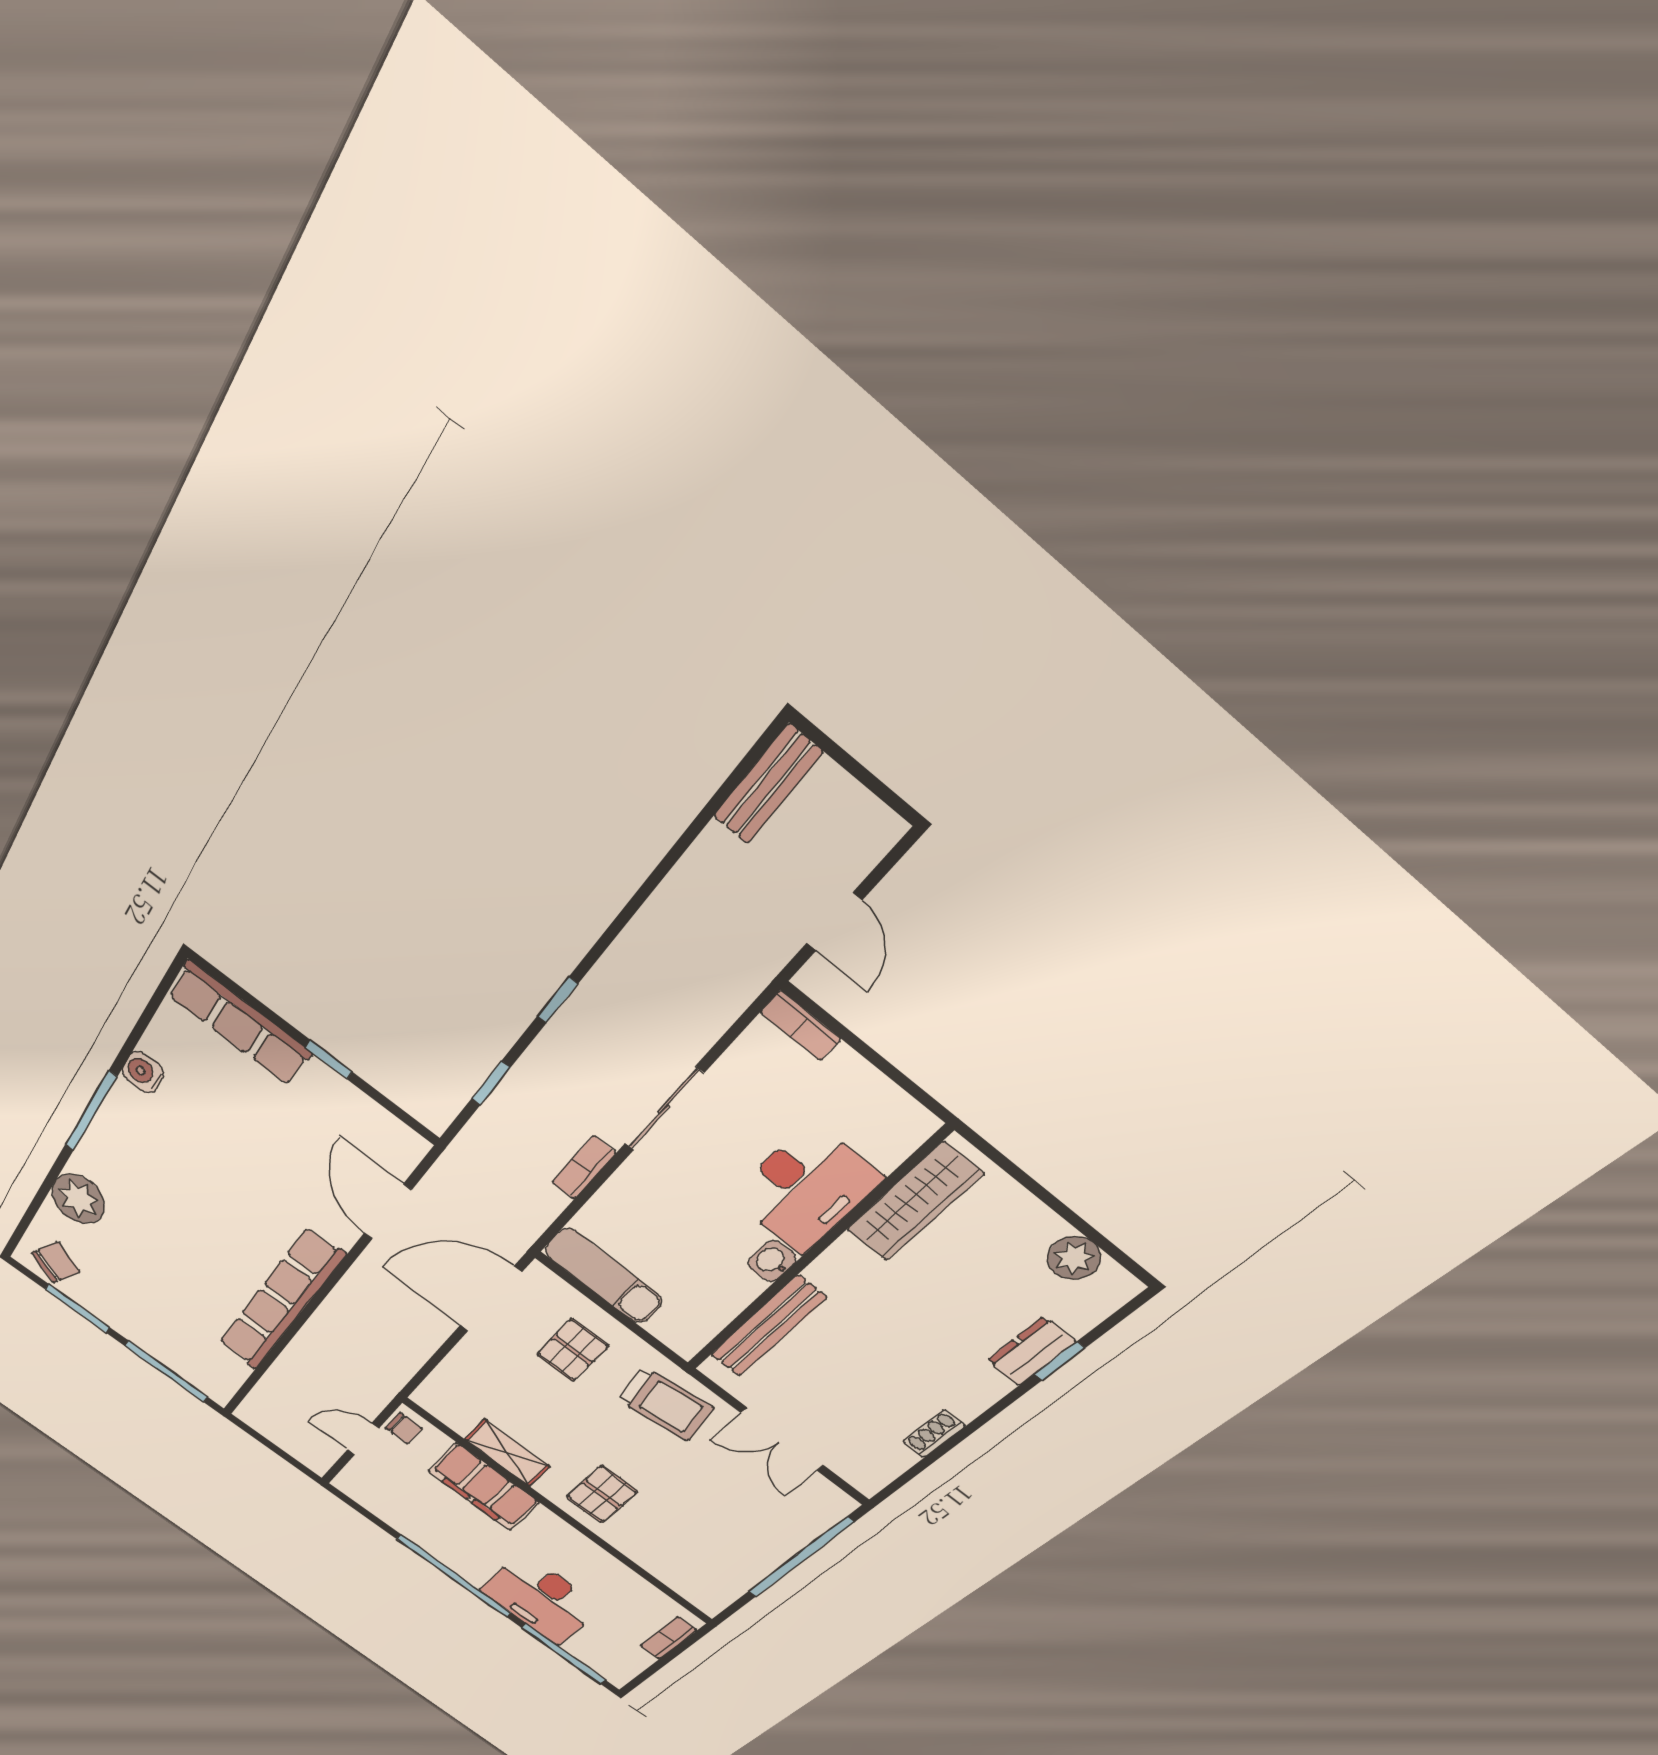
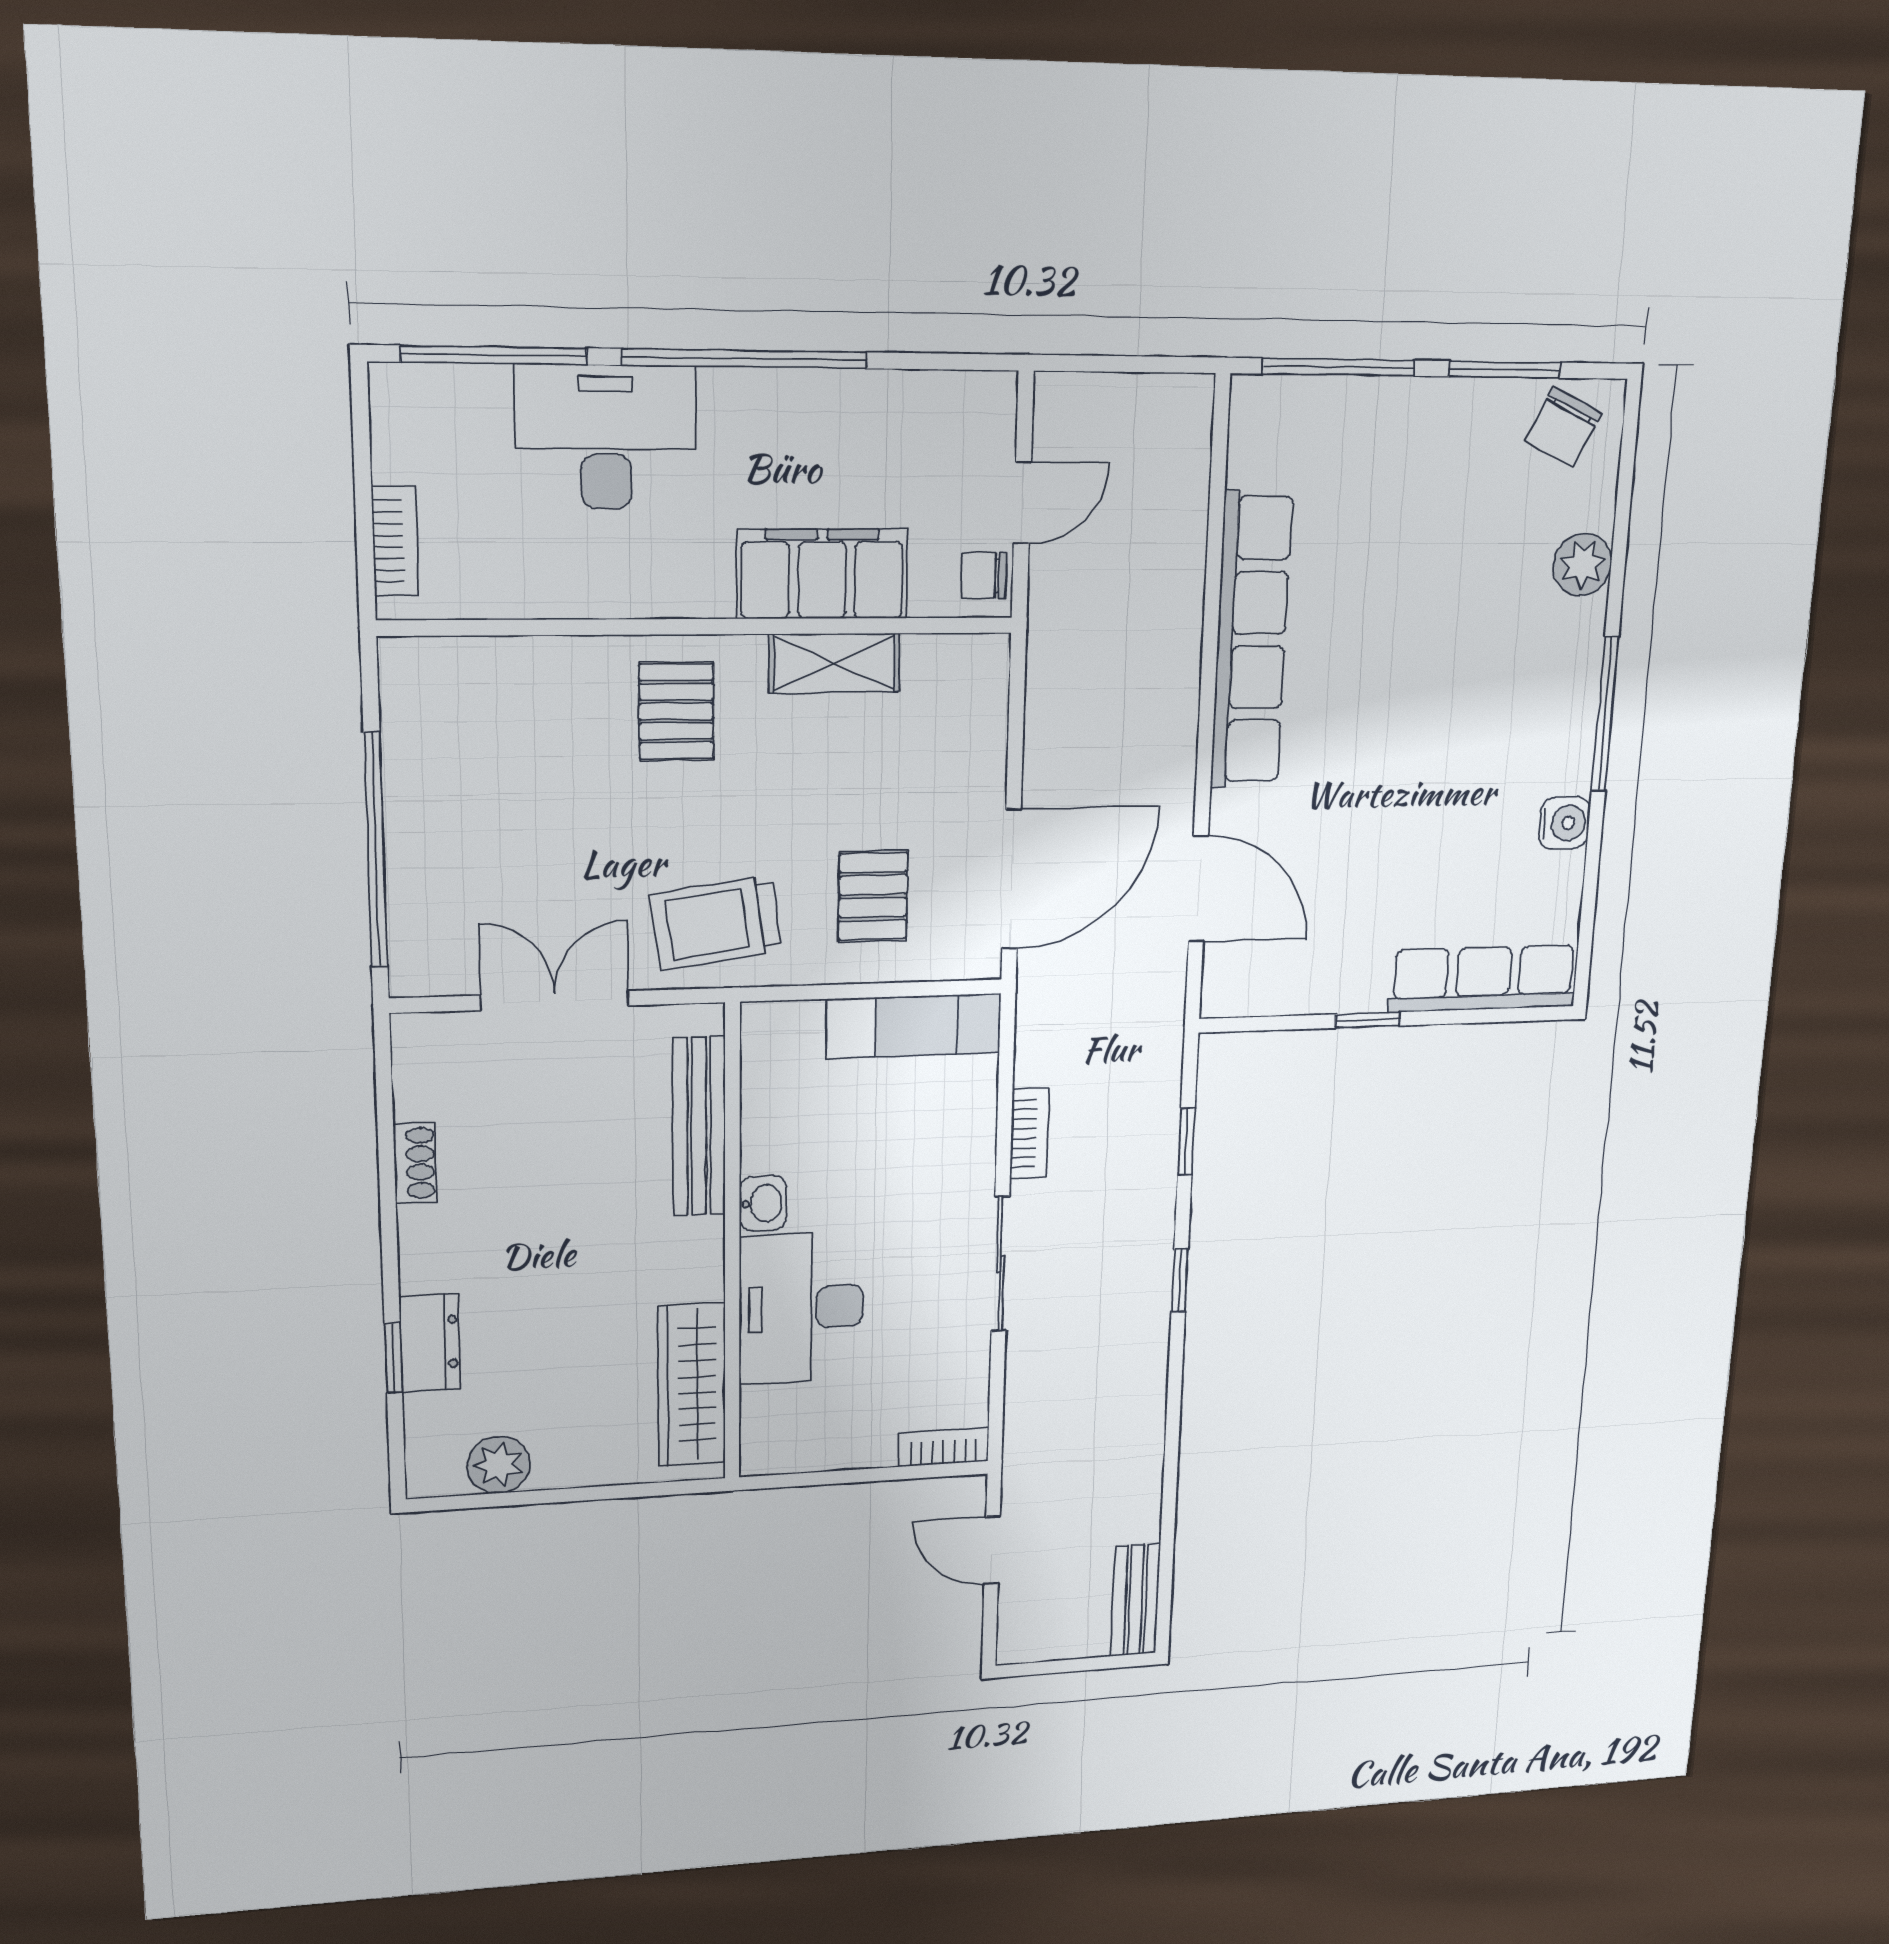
plant: (78, 1199) -> (1582, 565), width x0.73, depth x0.73

